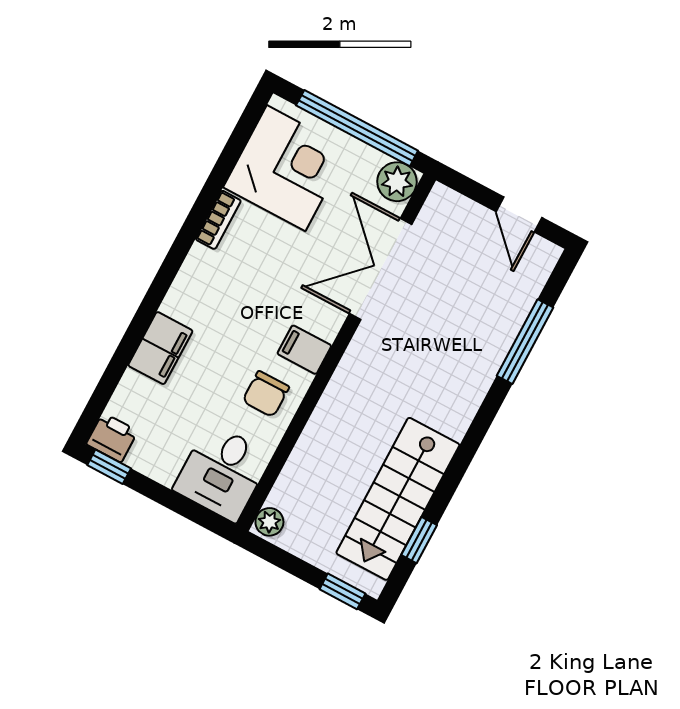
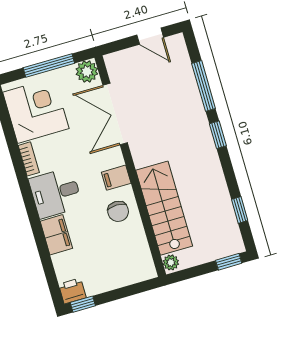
window: (357, 128) -> (49, 66), width x0.68
window: (483, 420) -> (218, 135), added
desk: (222, 472) -> (56, 193), moved, turned 90
stairs: (398, 499) -> (164, 208), moved, turned 180

